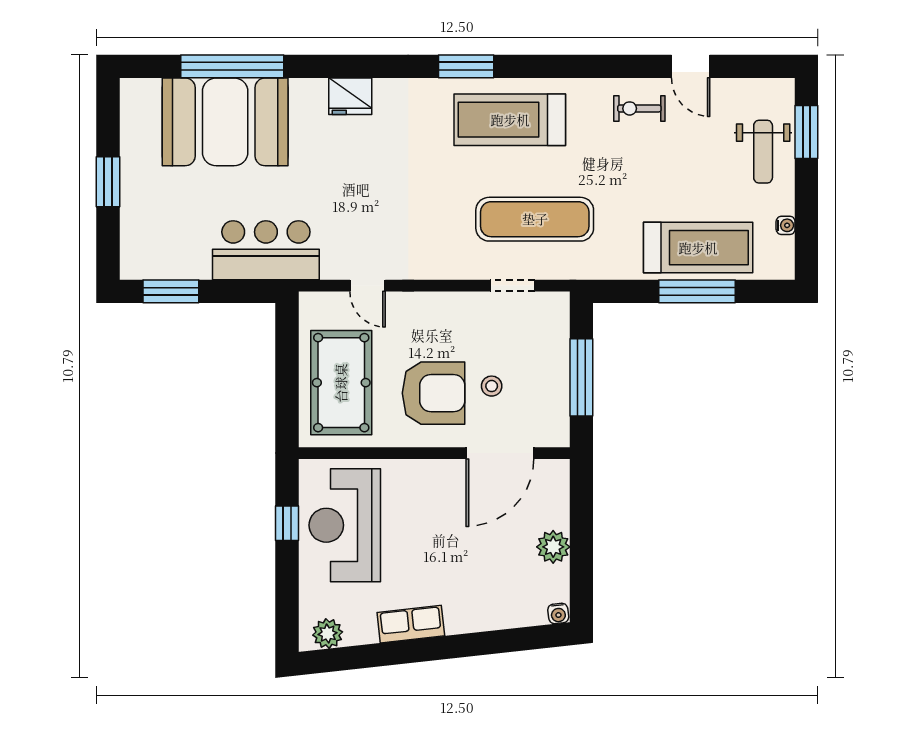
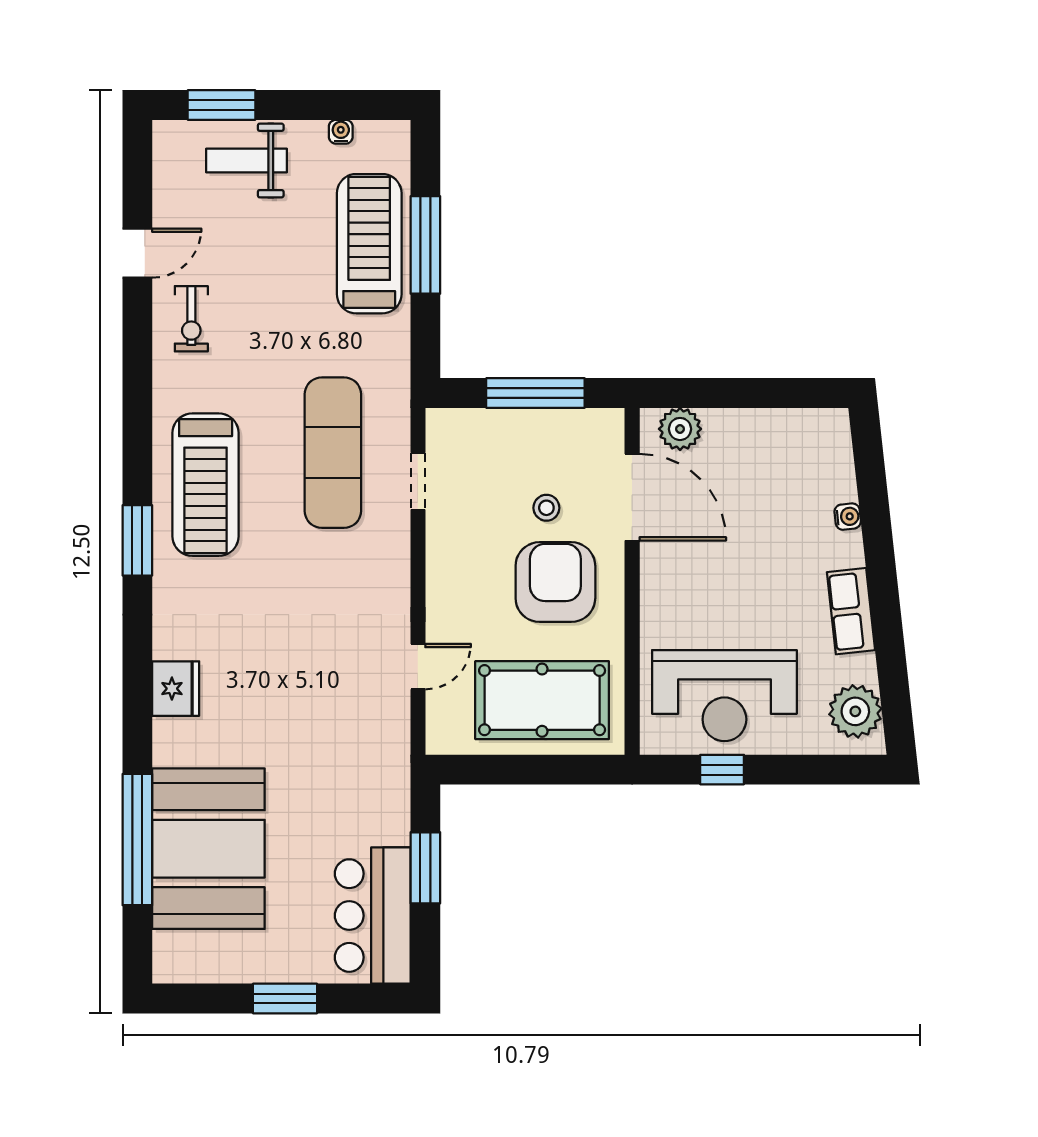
weight bench: (763, 152) -> (246, 160), turned 180
bar counter: (266, 250) -> (373, 916), moved
window: (171, 291) -> (425, 868), moved
plant: (553, 547) -> (680, 429), moved
water cooler: (558, 613) -> (848, 517), moved
plant: (328, 634) -> (855, 711), width x1.36, depth x1.36

